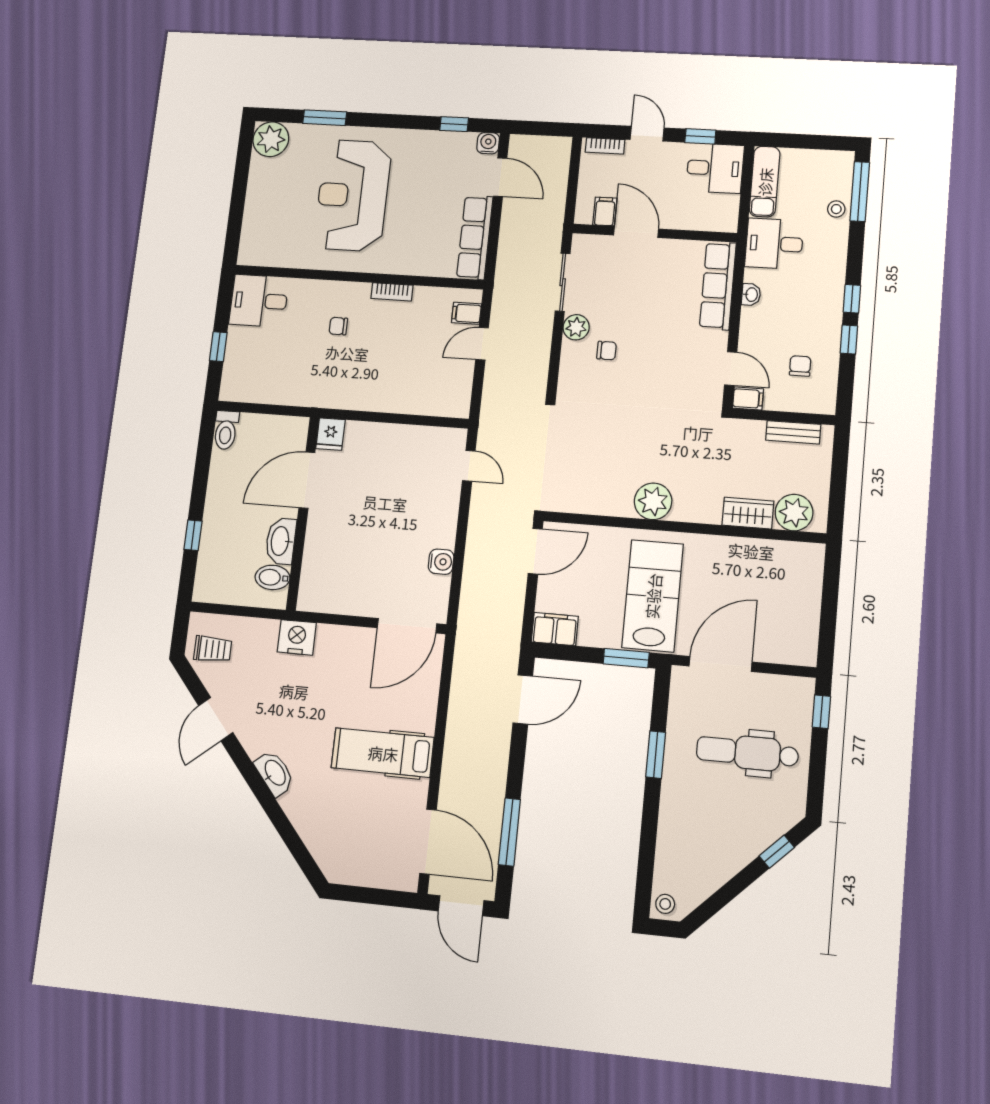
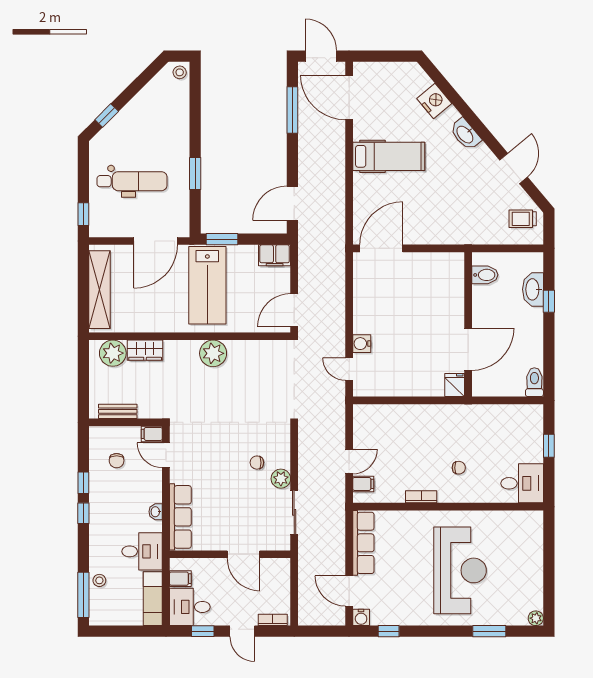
plant: (271, 139) -> (536, 618), width x0.53, depth x0.53
filing cabinet: (605, 211) -> (180, 579), moved, turned -90
washbasin: (281, 541) -> (533, 289), moved, turned 180
water cooler: (441, 562) -> (362, 344), moved
shelving: (806, 603) -> (100, 290), added
nightstand: (297, 637) -> (434, 101), moved, turned -130

